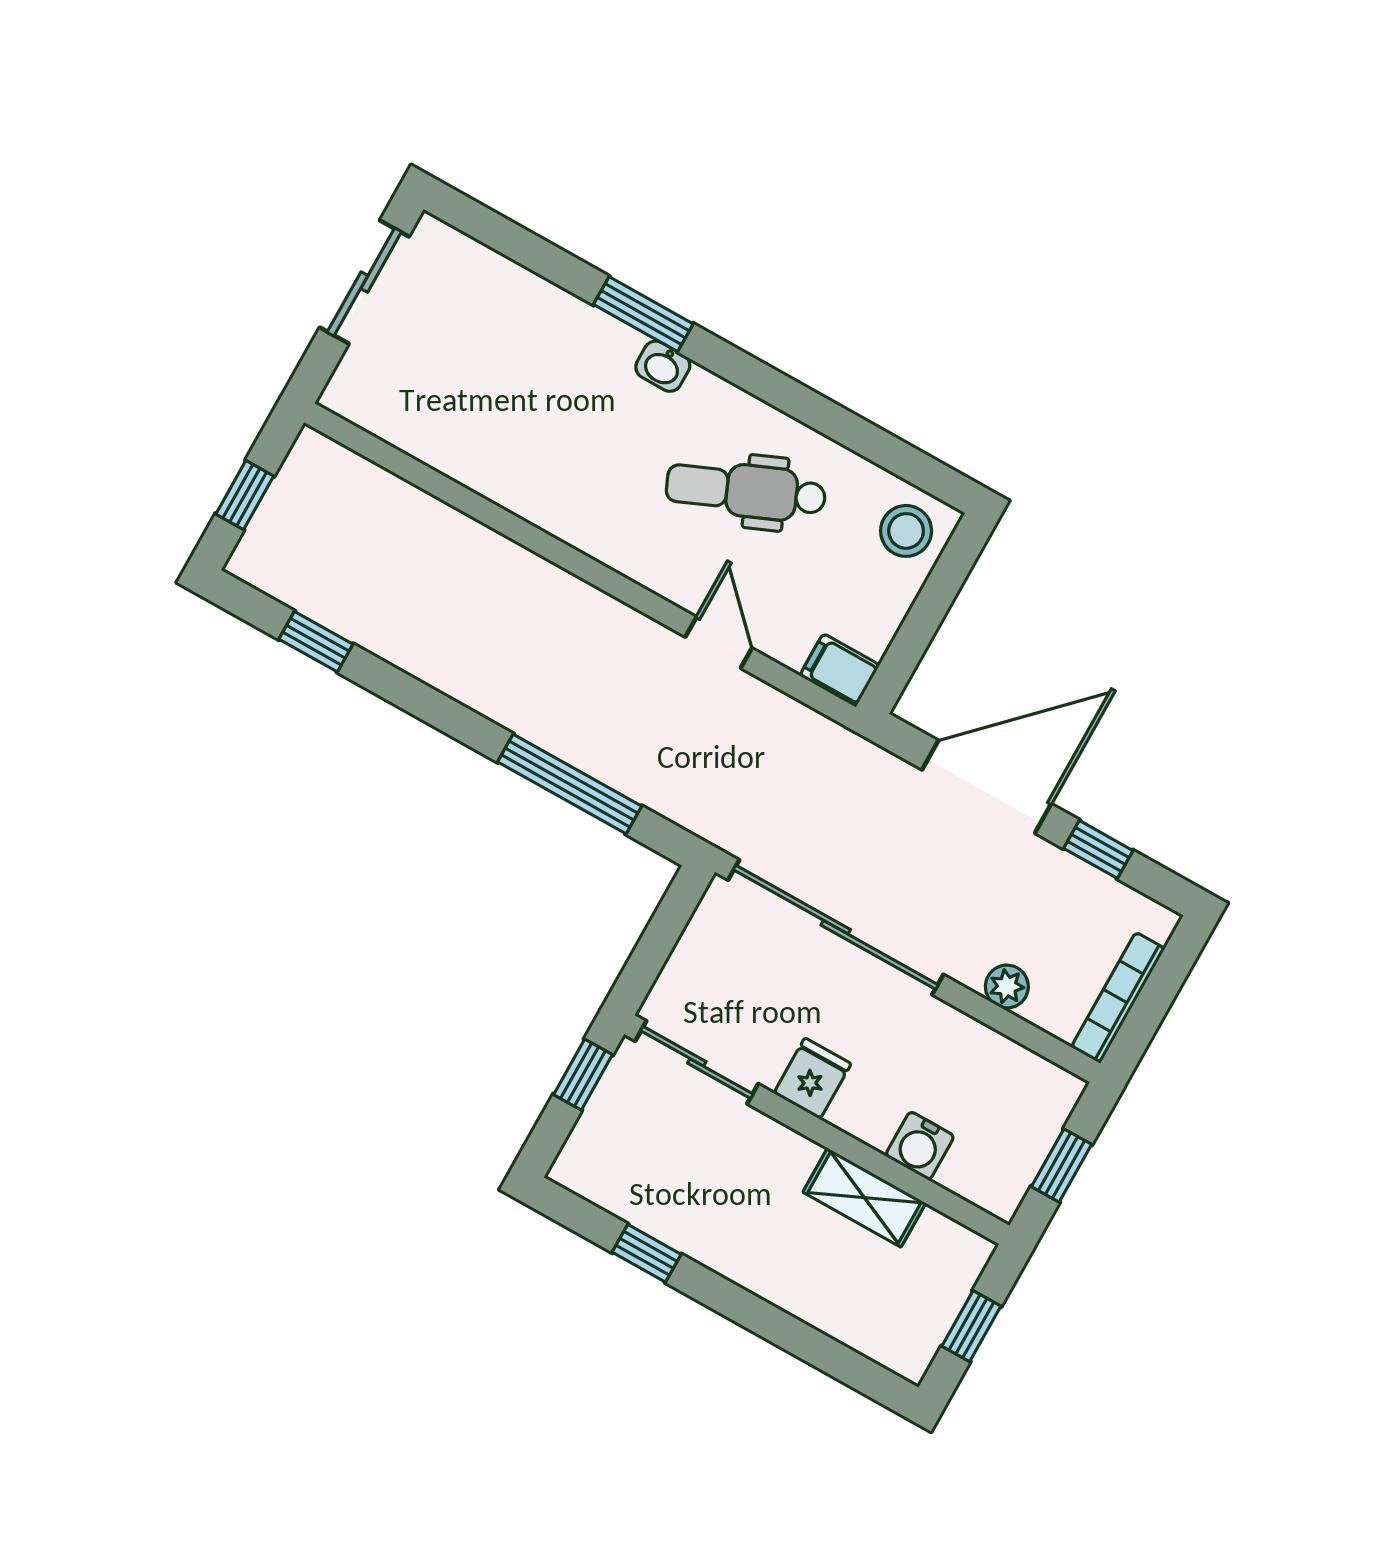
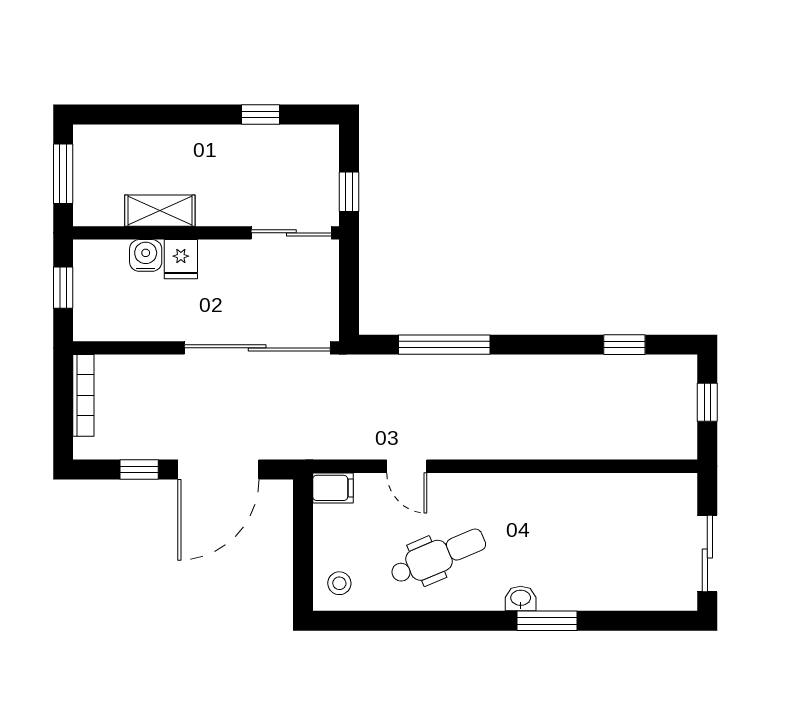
stool: (906, 531) -> (339, 583), width x0.73, depth x0.73
plant: (1007, 987) -> (147, 368), removed
fridge: (812, 1078) -> (181, 259), moved
window: (971, 1326) -> (63, 174), width x1.50

